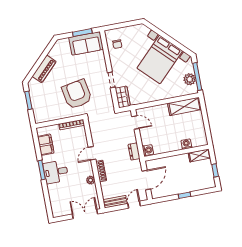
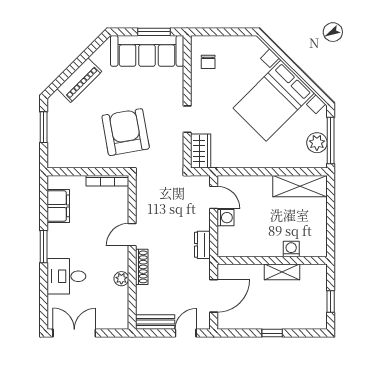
sofa: (86, 43) -> (147, 51), width x1.36
washing machine: (148, 150) -> (226, 218), moved
shelving: (199, 155) -> (282, 272), moved
desk: (56, 172) -> (66, 276), moved
double door: (85, 214) -> (74, 333), moved

